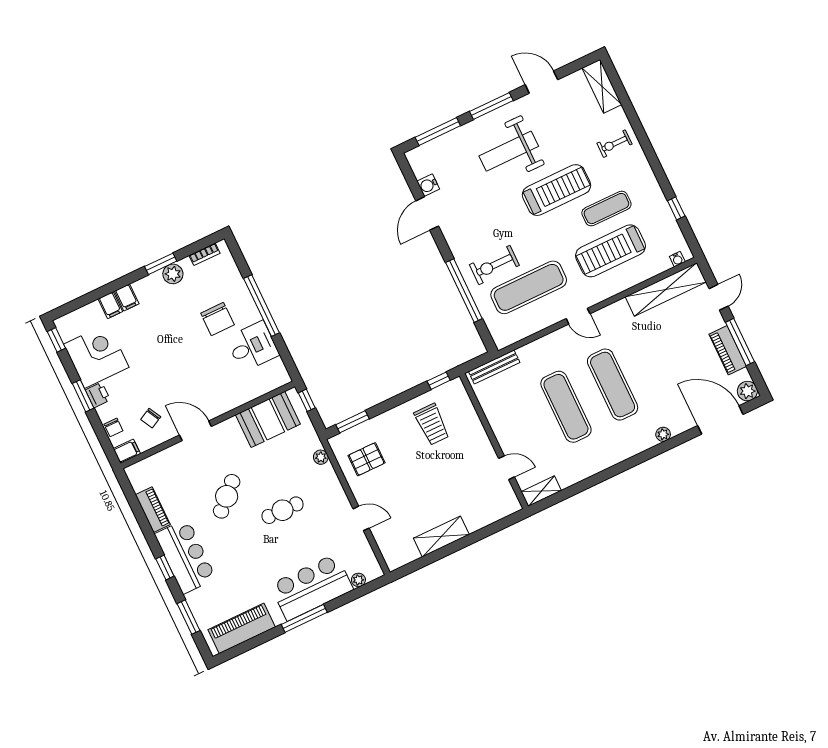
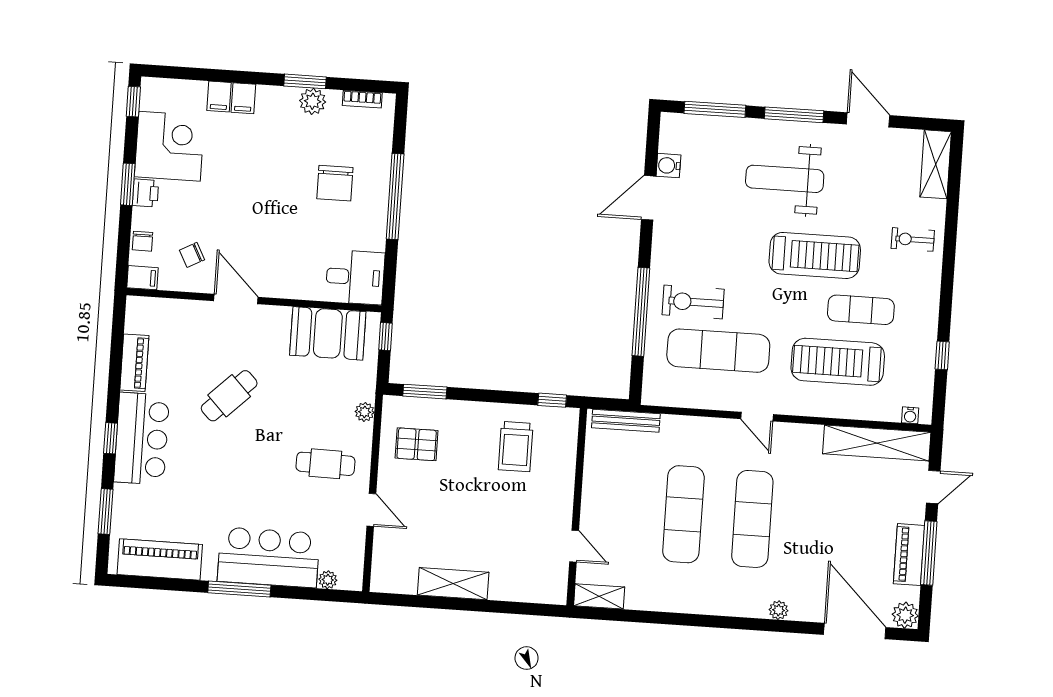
desk: (253, 346) -> (355, 277), moved
cafe table: (282, 510) -> (325, 464), moved

